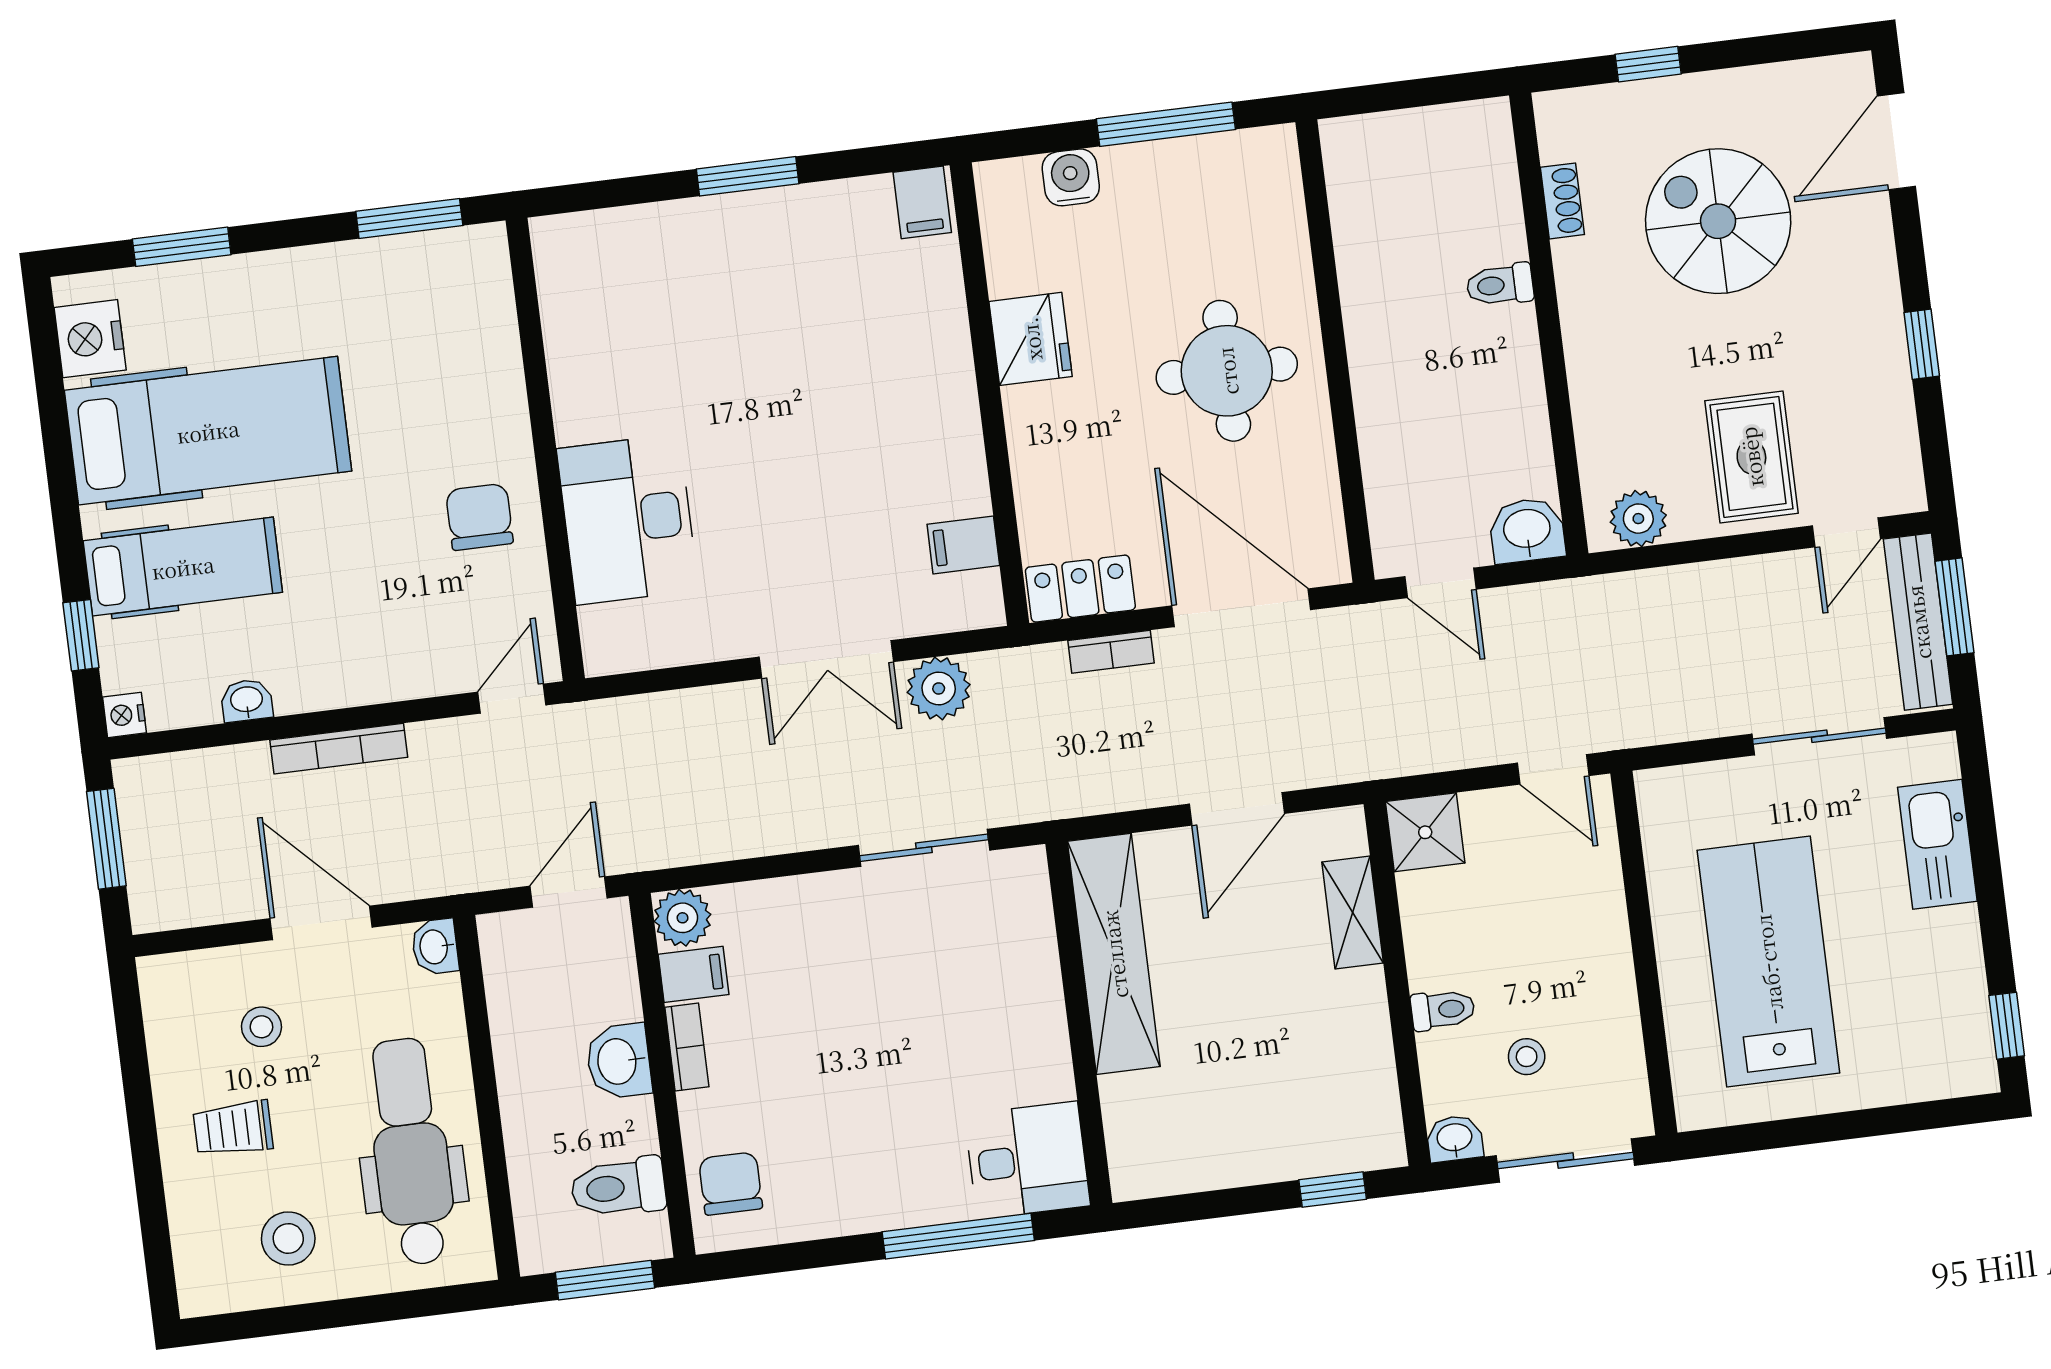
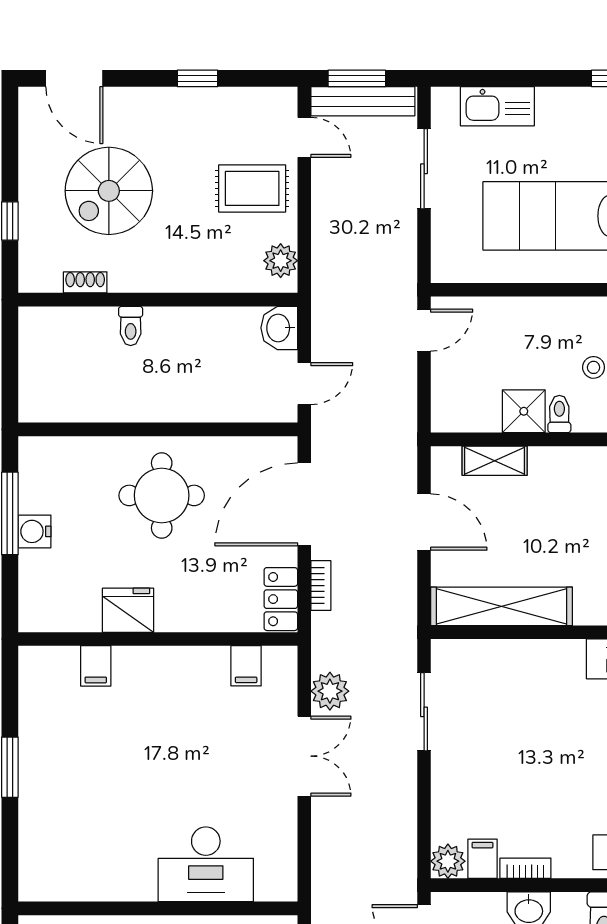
water cooler: (1071, 177) -> (35, 531), moved
filing cabinet: (922, 202) -> (96, 666), moved, turned 90
shower: (1425, 832) -> (524, 411), moved

